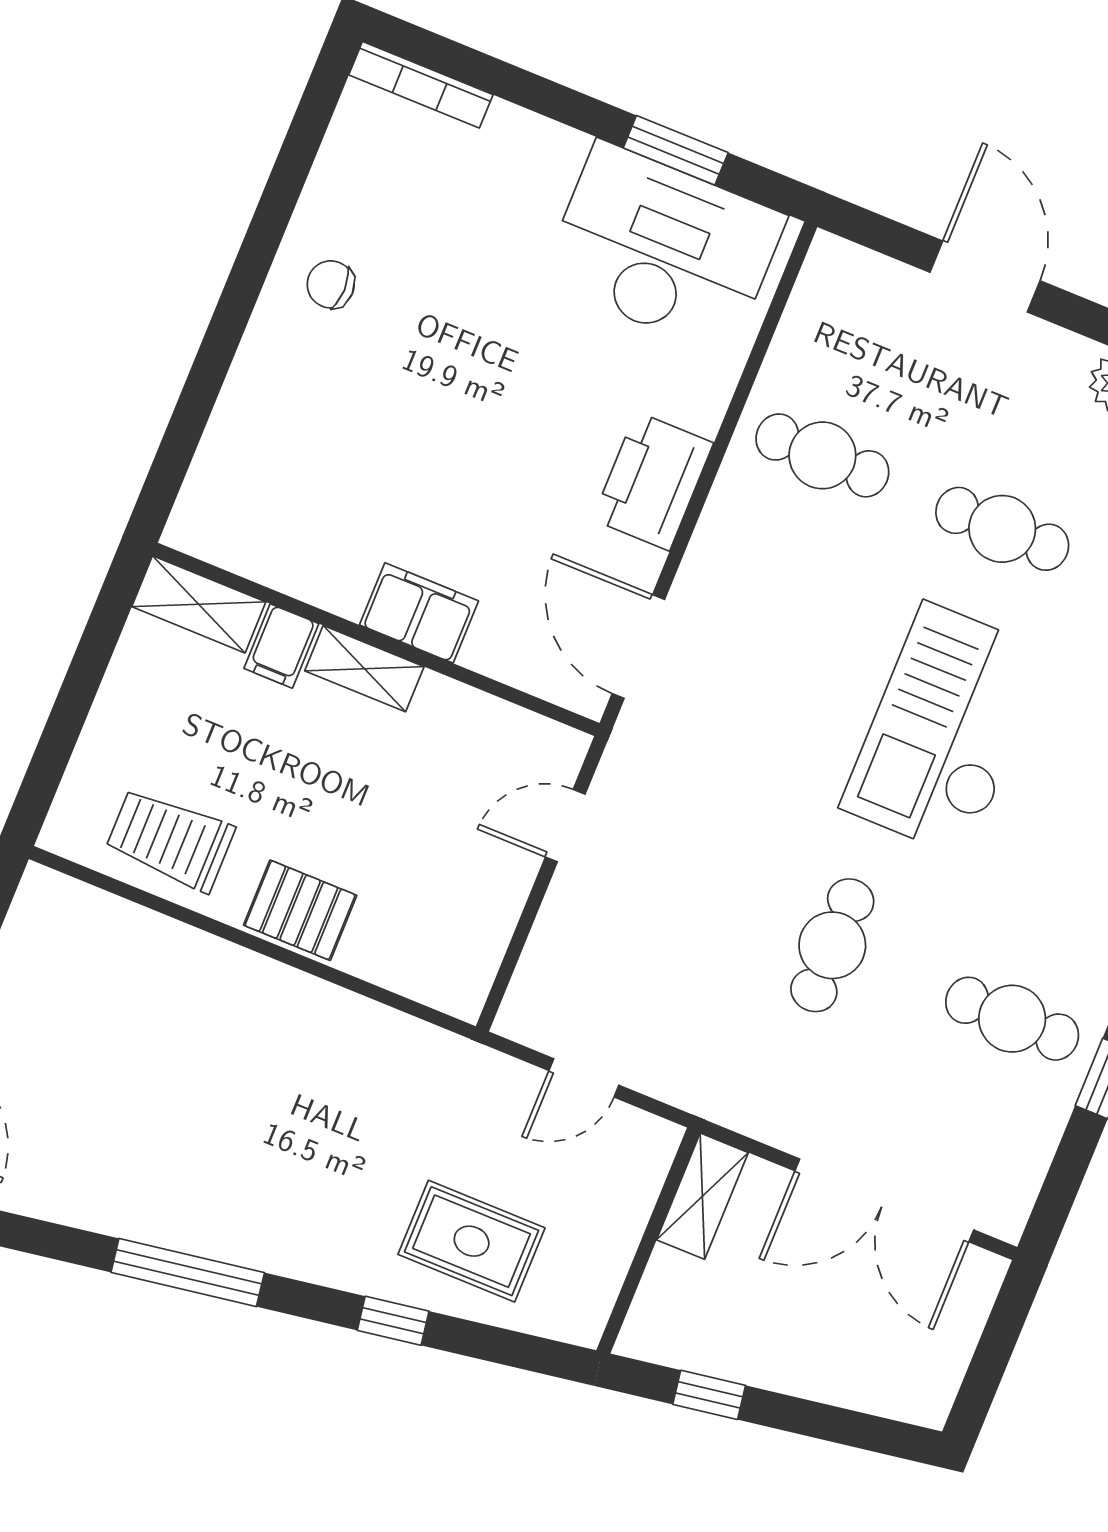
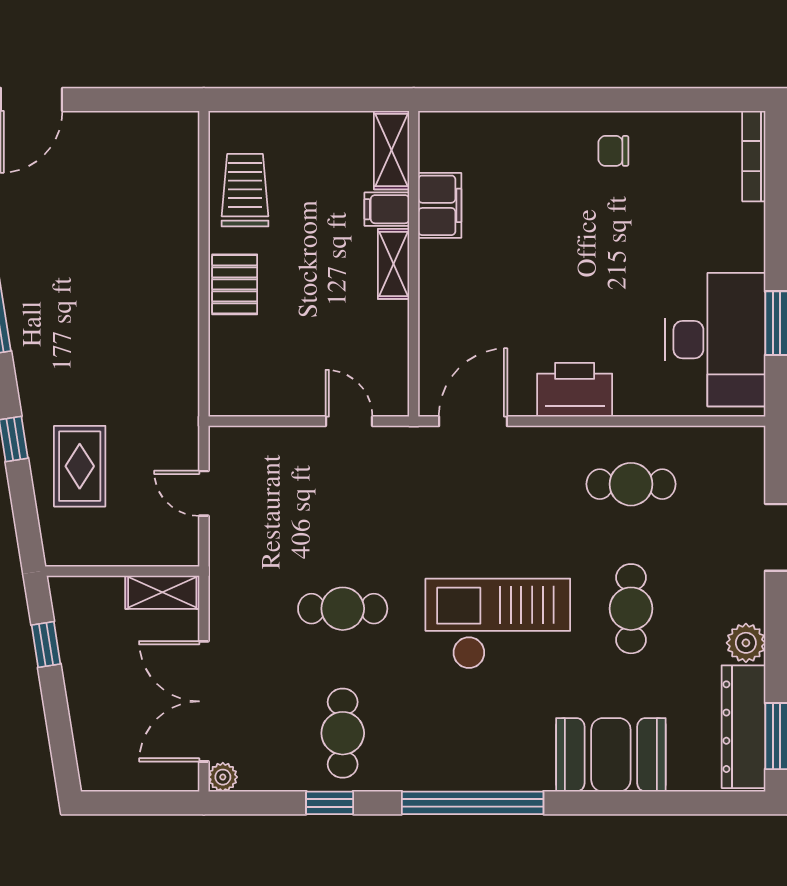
chair: (331, 284) -> (613, 151), turned -90
cafe table: (822, 455) -> (631, 484), turned 90
filing cabinet: (419, 613) -> (440, 205), moved
plant: (1005, 1218) -> (223, 777), added

